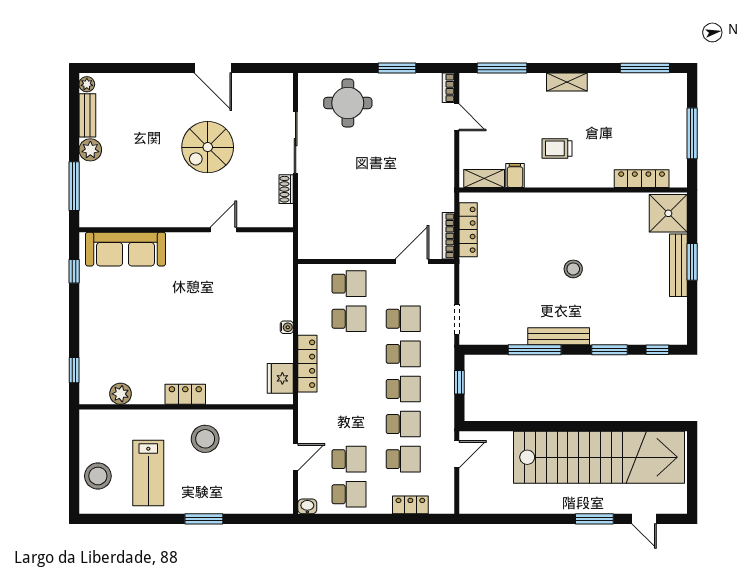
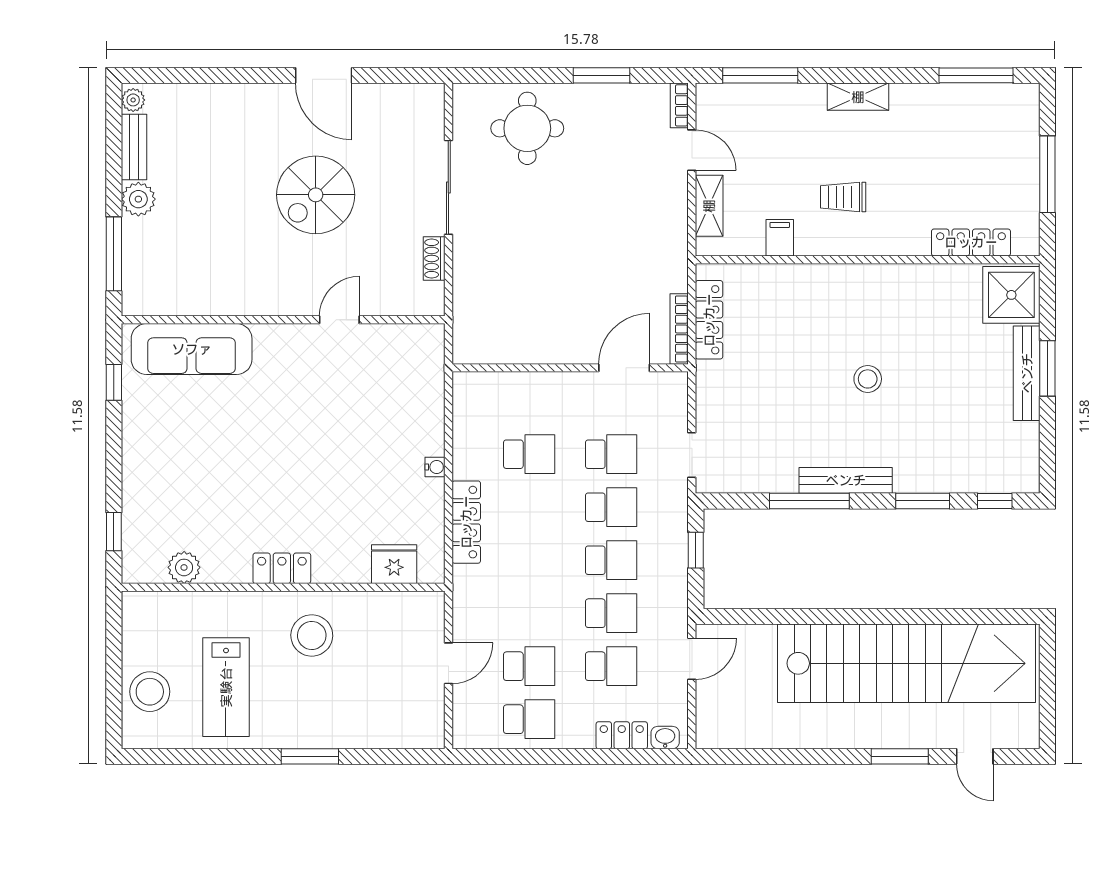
shelving: (484, 178) -> (709, 206), moved, turned 90
school desk: (349, 284) -> (529, 401), removed
fridge: (280, 378) -> (394, 564), moved, turned 90
washbasin: (307, 506) -> (665, 738), moved

